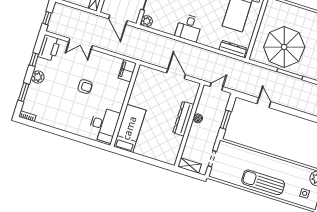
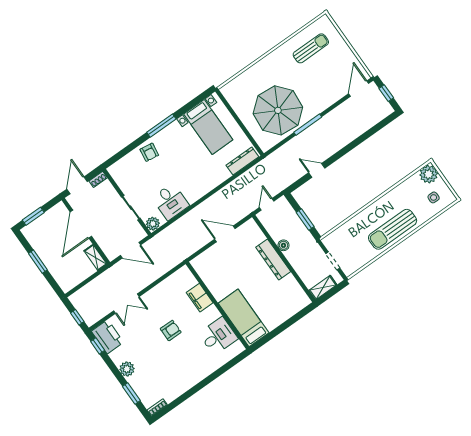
desk: (189, 28) -> (171, 202), moved
window: (34, 59) -> (98, 346), moved
filing cabinet: (127, 71) -> (200, 298), moved
desk: (104, 125) -> (218, 336), width x0.73

